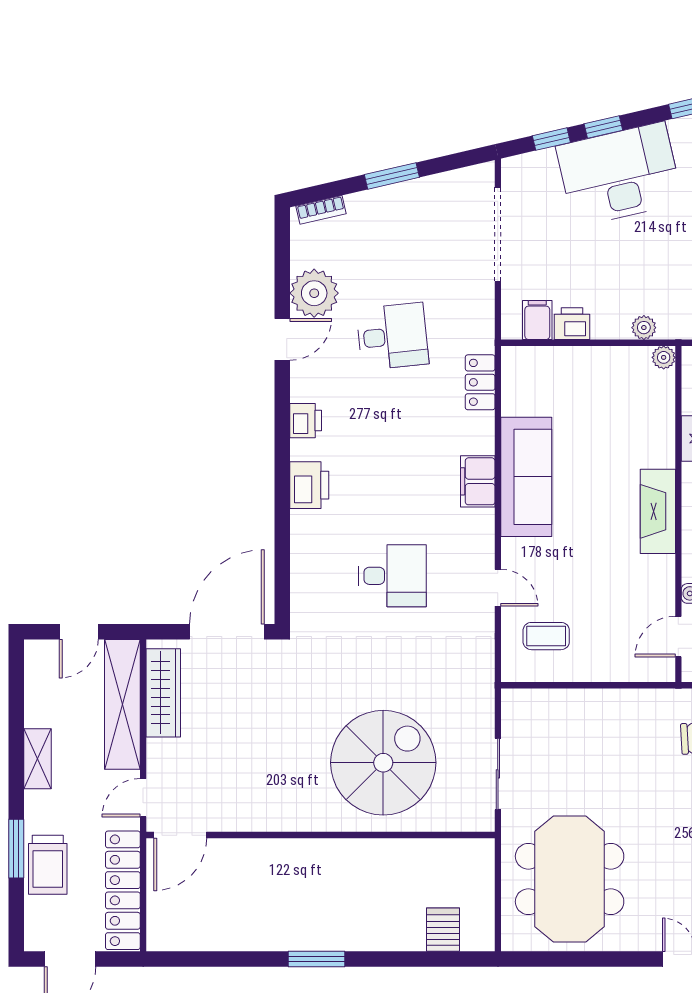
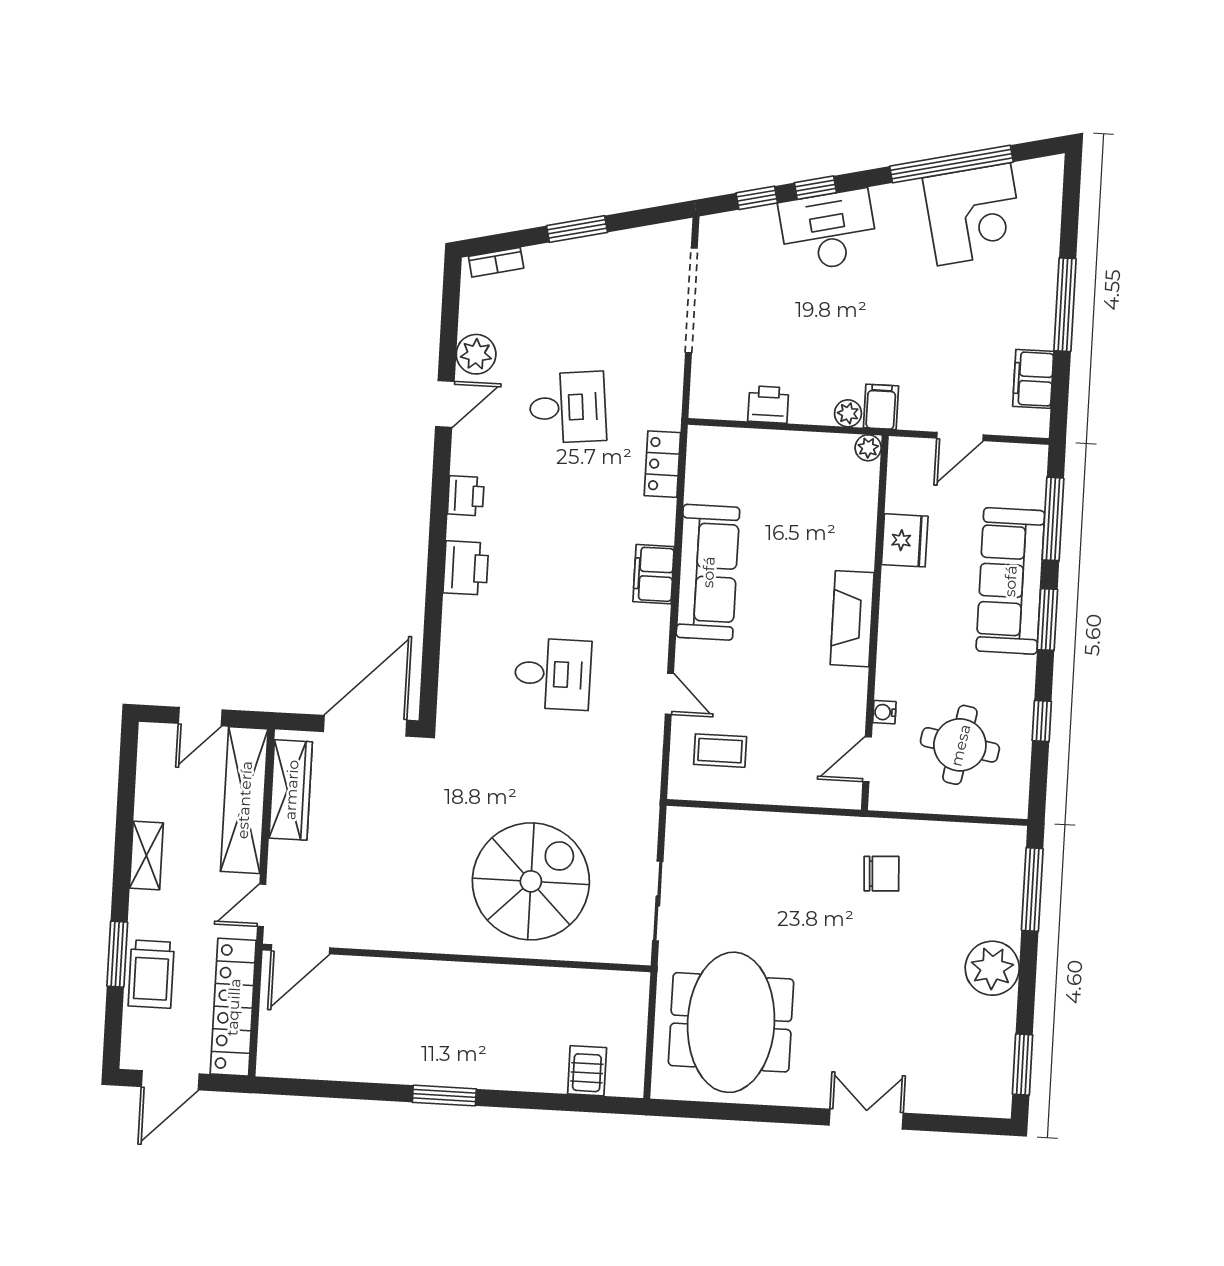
desk: (619, 174) -> (828, 231), width x0.73, depth x0.77
plant: (314, 293) -> (476, 354), width x0.73, depth x0.73
filing cabinet: (537, 320) -> (881, 407), moved

